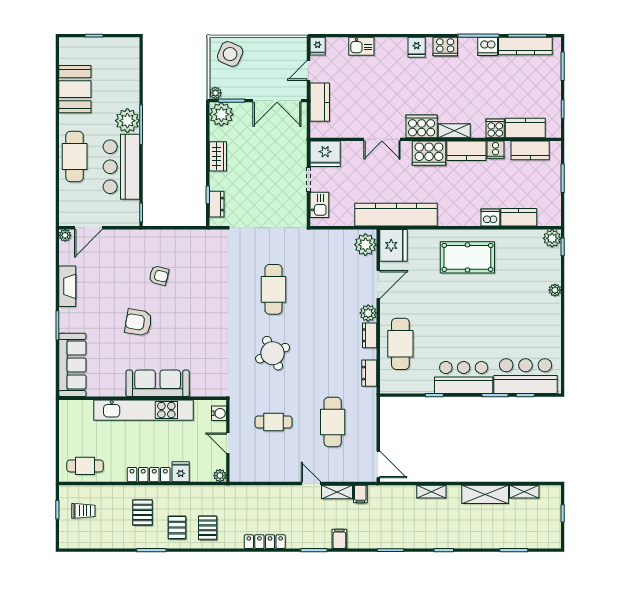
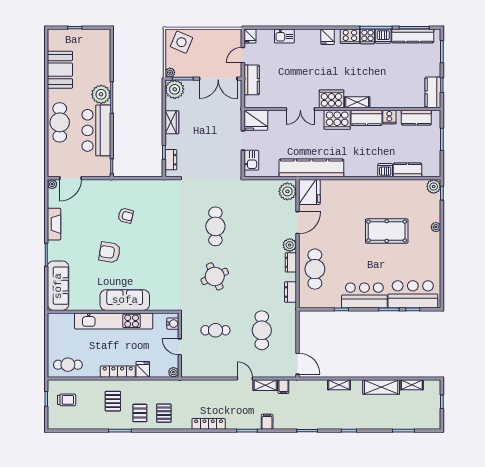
cooker: (495, 128) -> (367, 36), moved, turned 180
kitchen counter: (525, 128) -> (433, 92), moved, turned -90
pool table: (467, 257) -> (387, 231), moved

